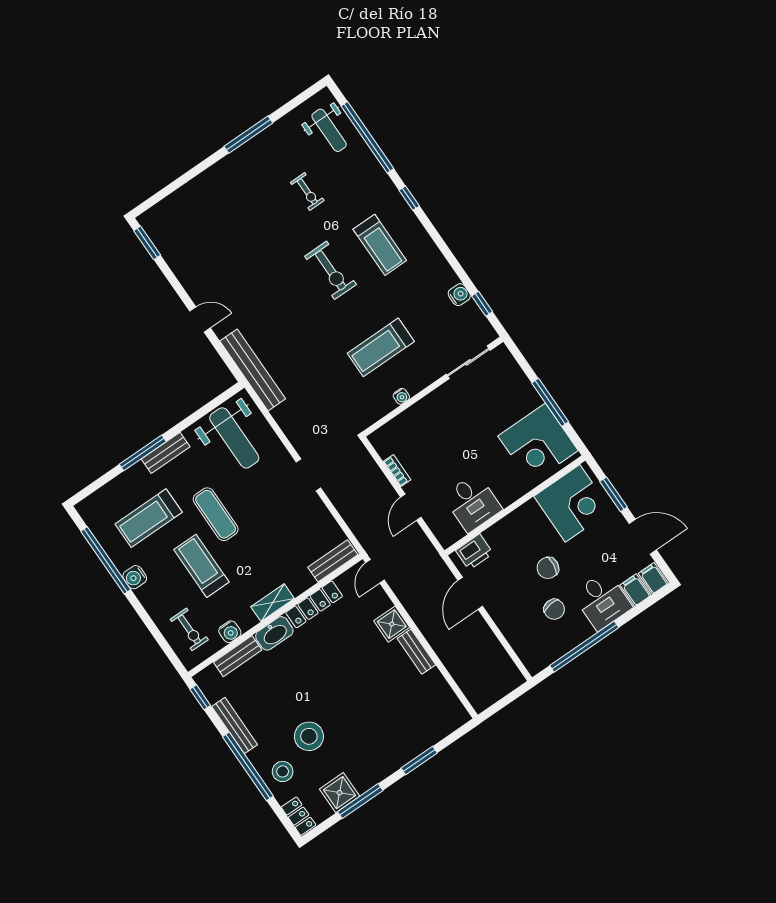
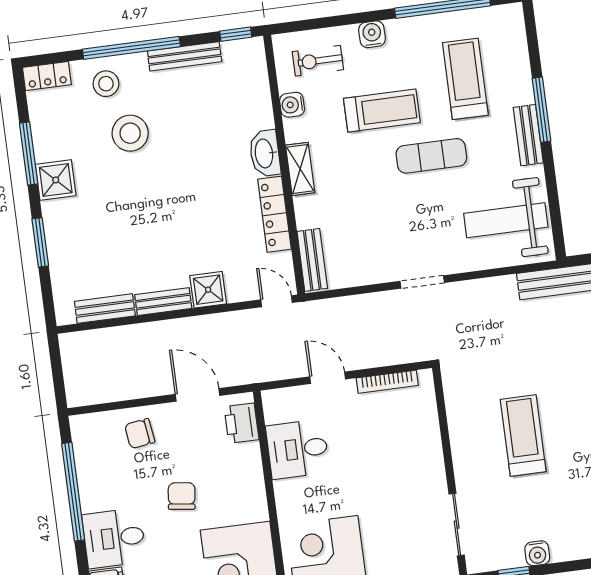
water cooler: (401, 396) -> (457, 430), removed
bookcase: (397, 471) -> (387, 382), width x1.56
water cooler: (135, 577) -> (372, 34), moved
chair: (554, 609) -> (140, 434), moved
bench: (238, 656) -> (105, 309), moved, turned 90
shower: (340, 793) -> (56, 180), moved

